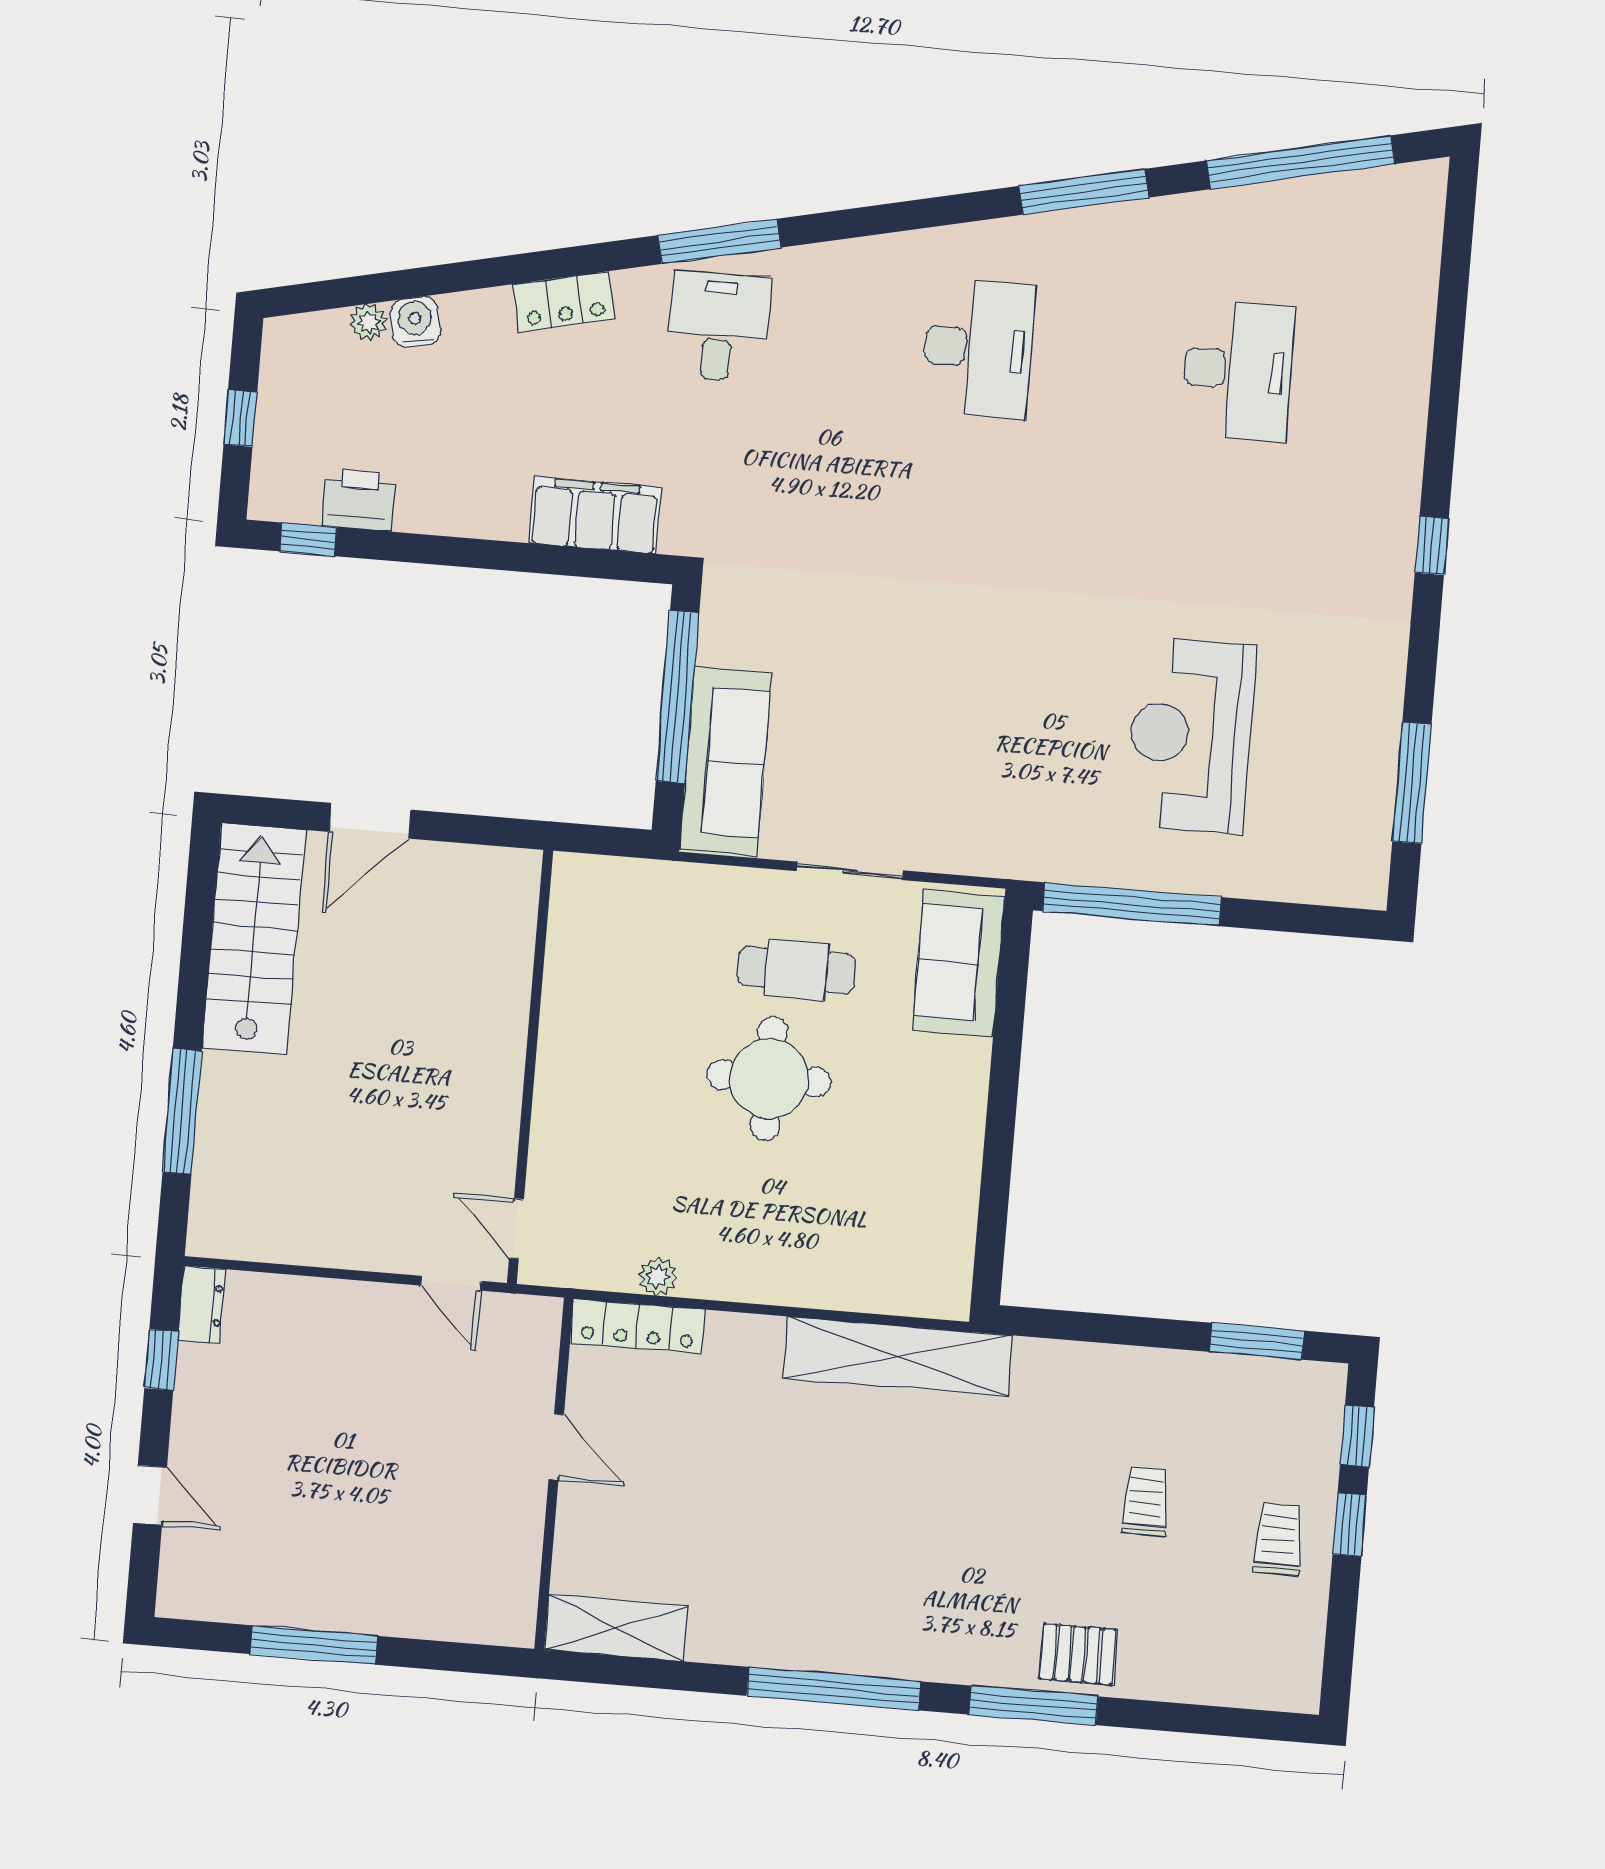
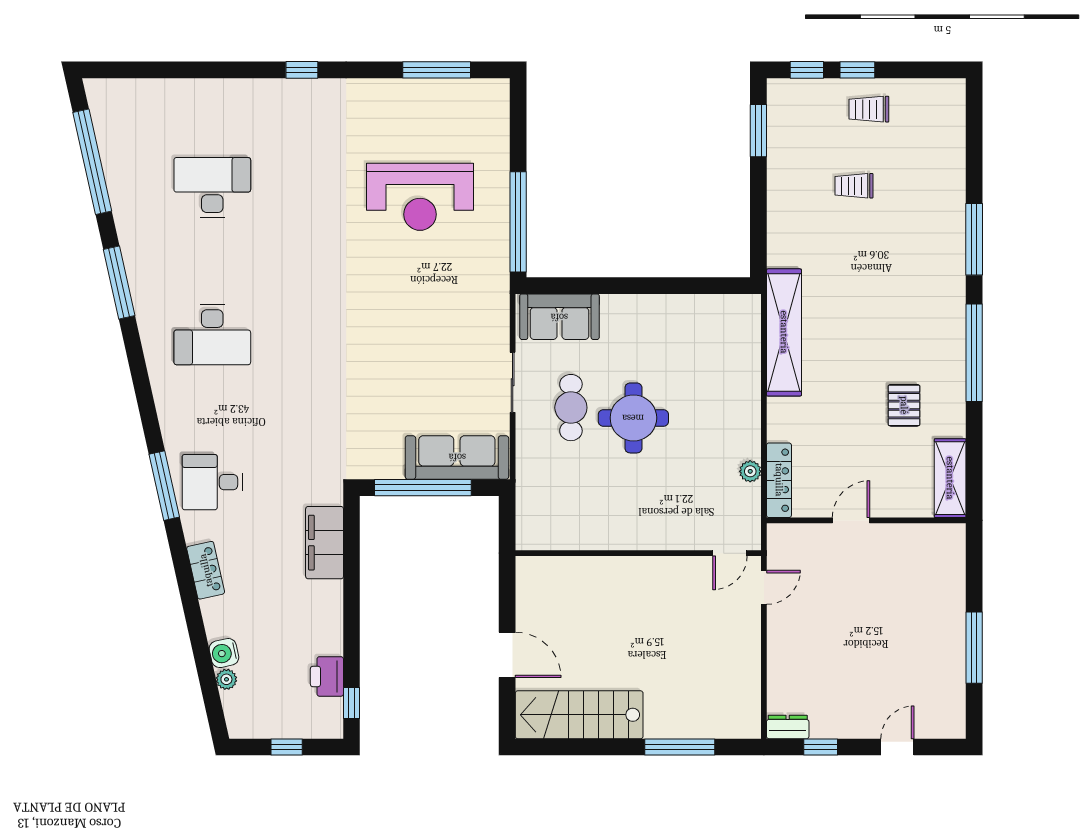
desk: (978, 348) -> (212, 335), turned 180
pallet: (1078, 1654) -> (904, 405), moved

